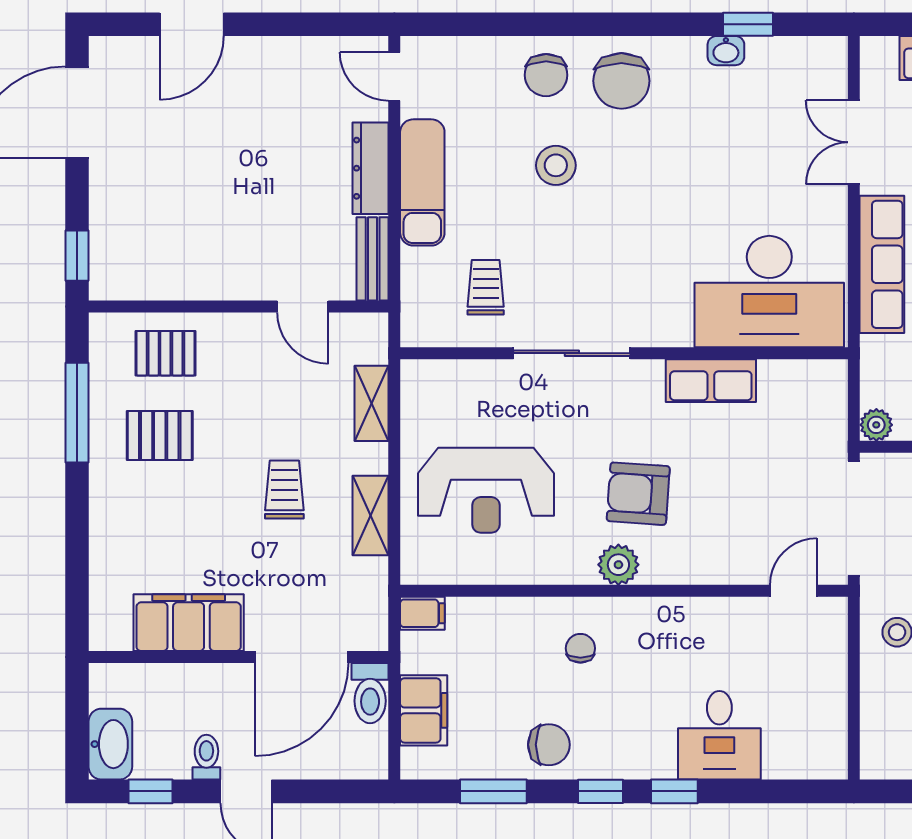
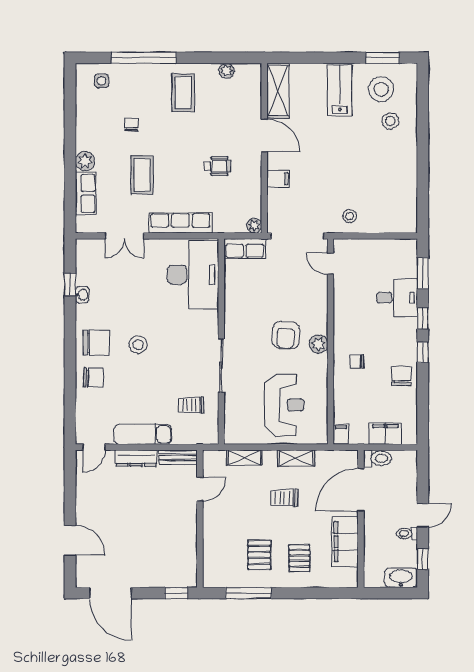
stool: (556, 165) -> (138, 345), moved
pallet: (165, 353) -> (299, 558), moved
row of seats: (711, 381) -> (245, 248), moved, turned 90
door: (302, 657) -> (361, 490), swing flipped
window: (493, 791) -> (423, 273), moved

